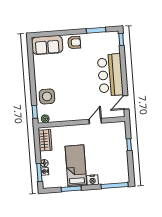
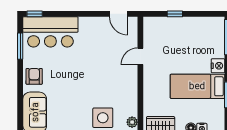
bar counter: (110, 75) -> (50, 32), moved
door: (95, 121) -> (140, 56), hinge flipped

